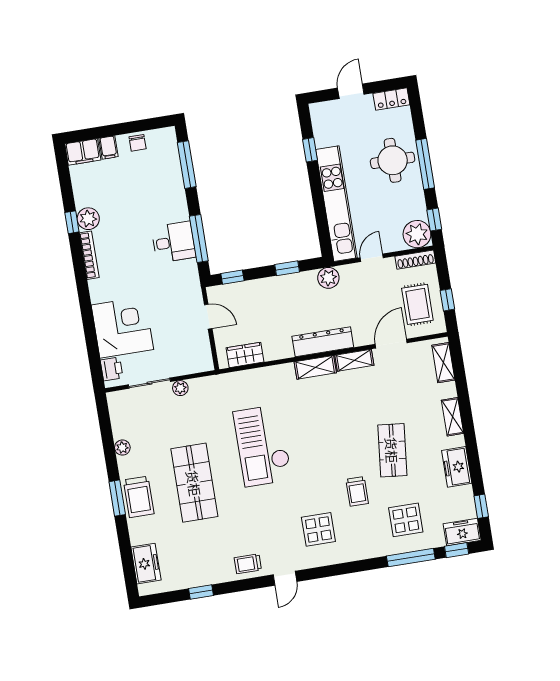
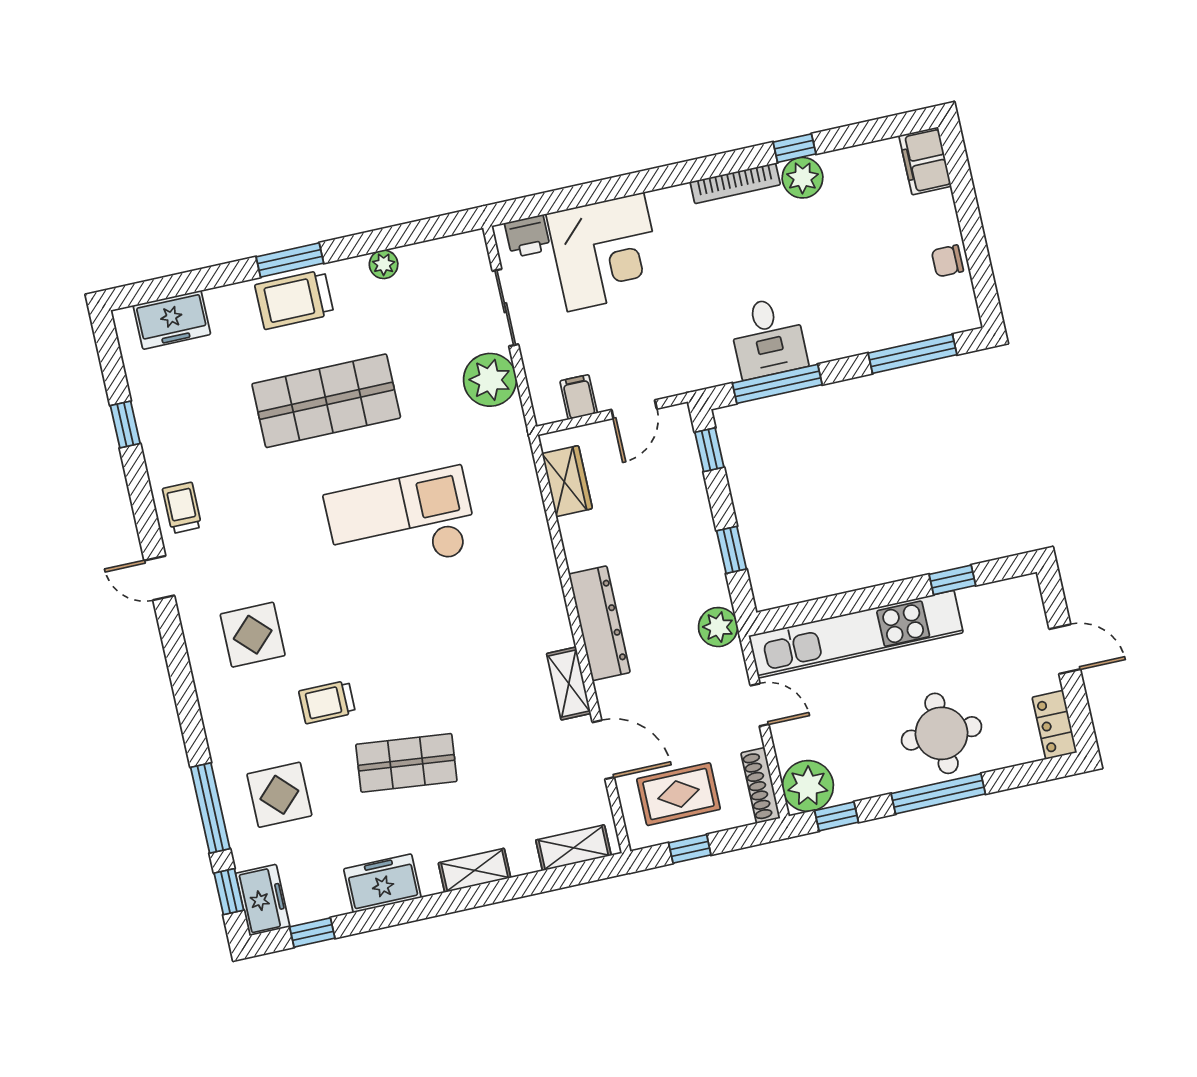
filing cabinet: (108, 147) -> (579, 397), moved, turned 90
shelving: (315, 367) -> (552, 612), removed
plant: (180, 388) -> (490, 380), width x1.87, depth x1.87

